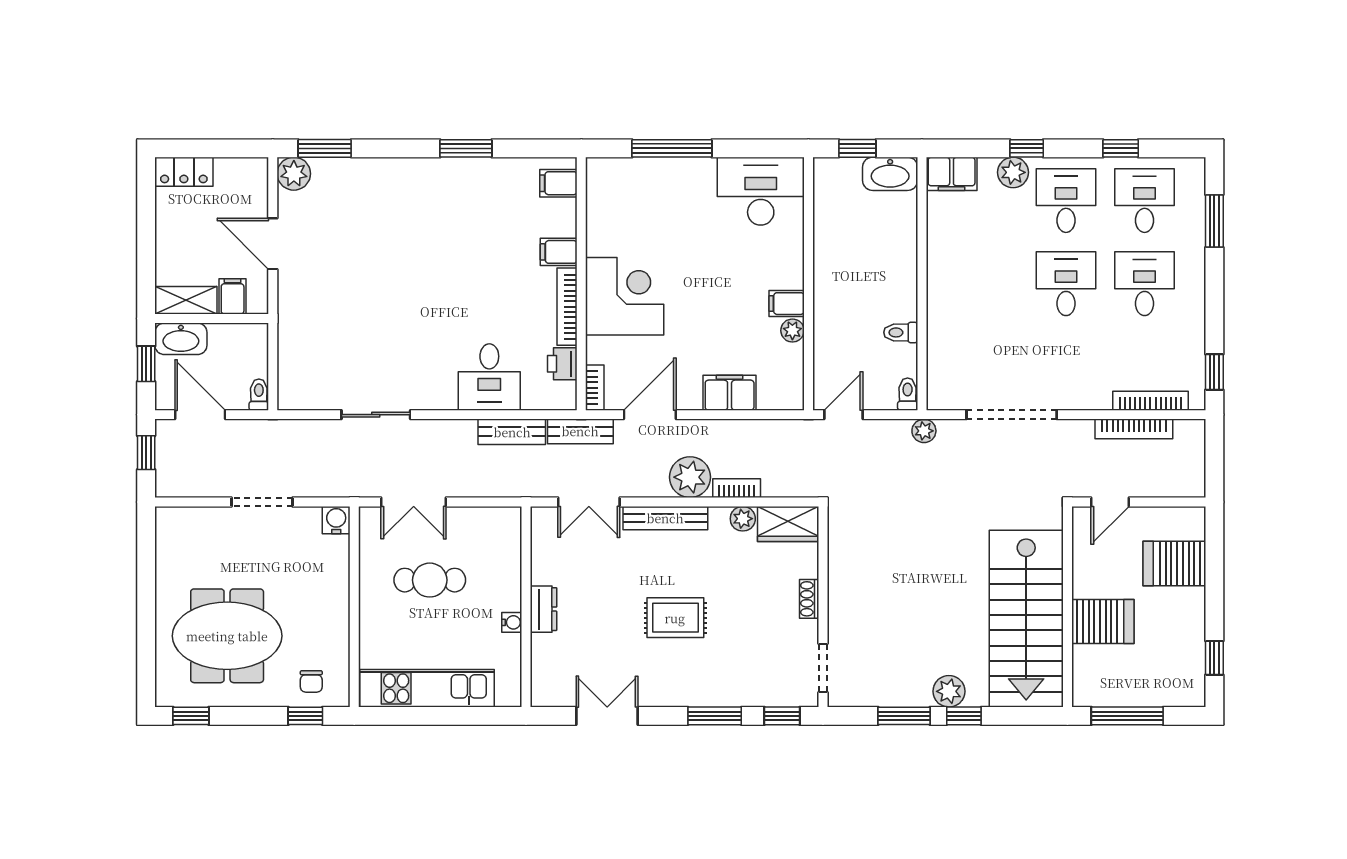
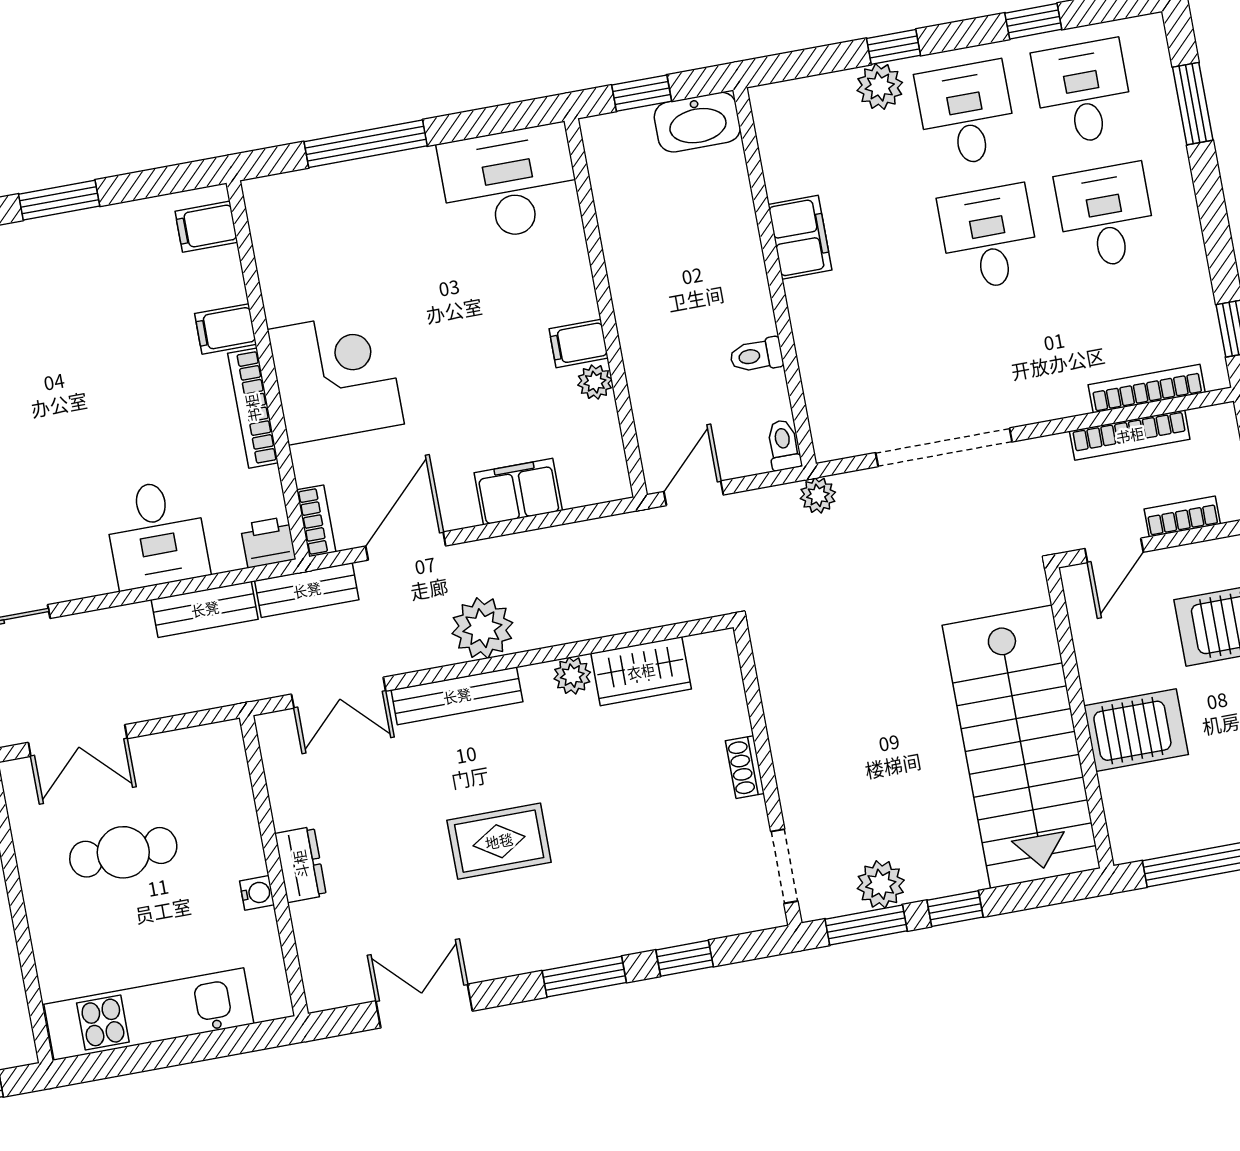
filing cabinet: (952, 174) -> (800, 237), moved, turned -90
printer: (562, 364) -> (268, 542), moved, turned 90
bookcase: (737, 488) -> (1182, 516), moved
shoe rack: (809, 599) -> (745, 767), moved
wall: (823, 607) -> (768, 775), moved
doorway: (823, 668) -> (784, 866), moved
plant: (949, 691) -> (881, 884), moved

